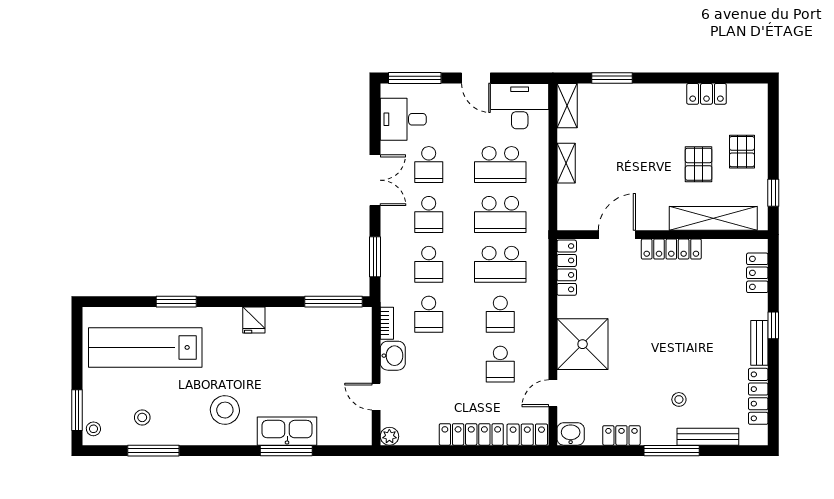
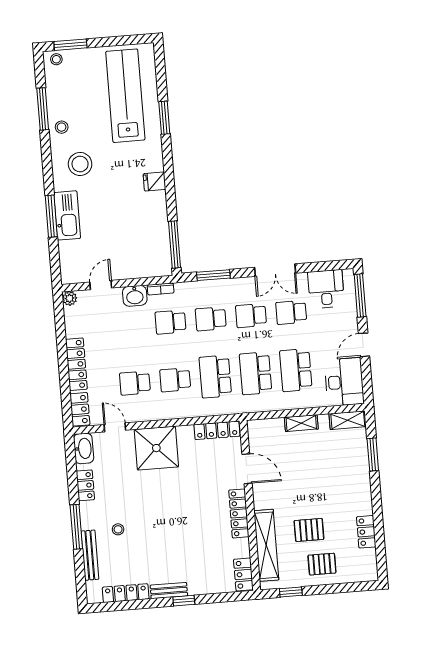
locker: (757, 273) -> (243, 574), moved, turned -90
stool: (142, 417) -> (62, 127), moved
washbasin: (571, 434) -> (84, 448), width x1.38

